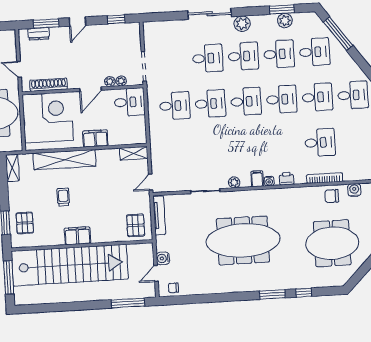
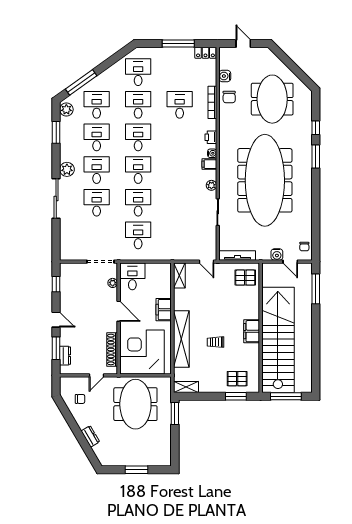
plant: (285, 21) -> (66, 109), moved
plant: (110, 82) -> (113, 293), removed
meeting table: (243, 240) -> (265, 180), width x1.36, depth x1.27

